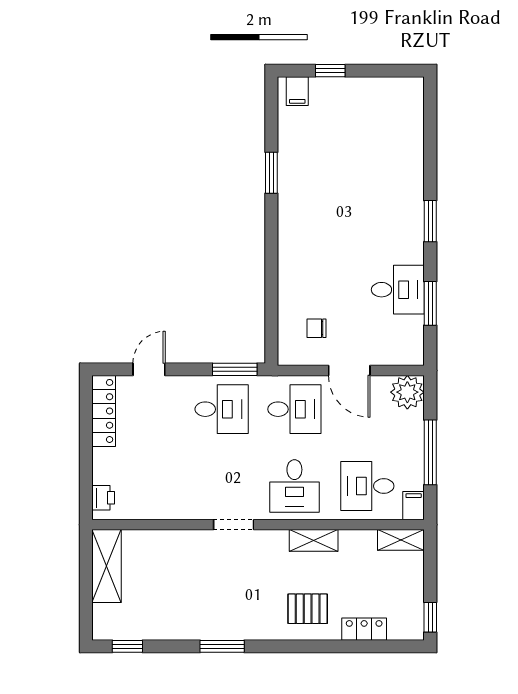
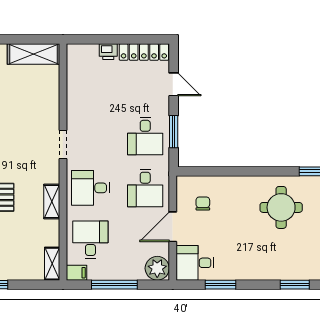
round table: (322, 218) -> (281, 207), added
window: (430, 221) -> (295, 285), moved
desk: (398, 290) -> (195, 263), moved, turned 90
window: (235, 369) -> (174, 132), moved
printer: (103, 498) -> (108, 52), moved

